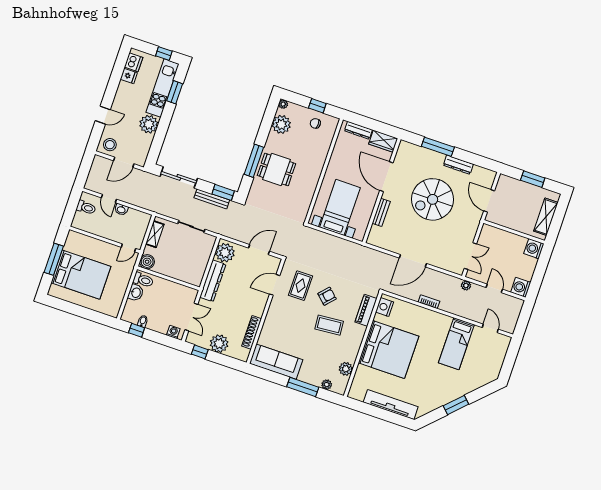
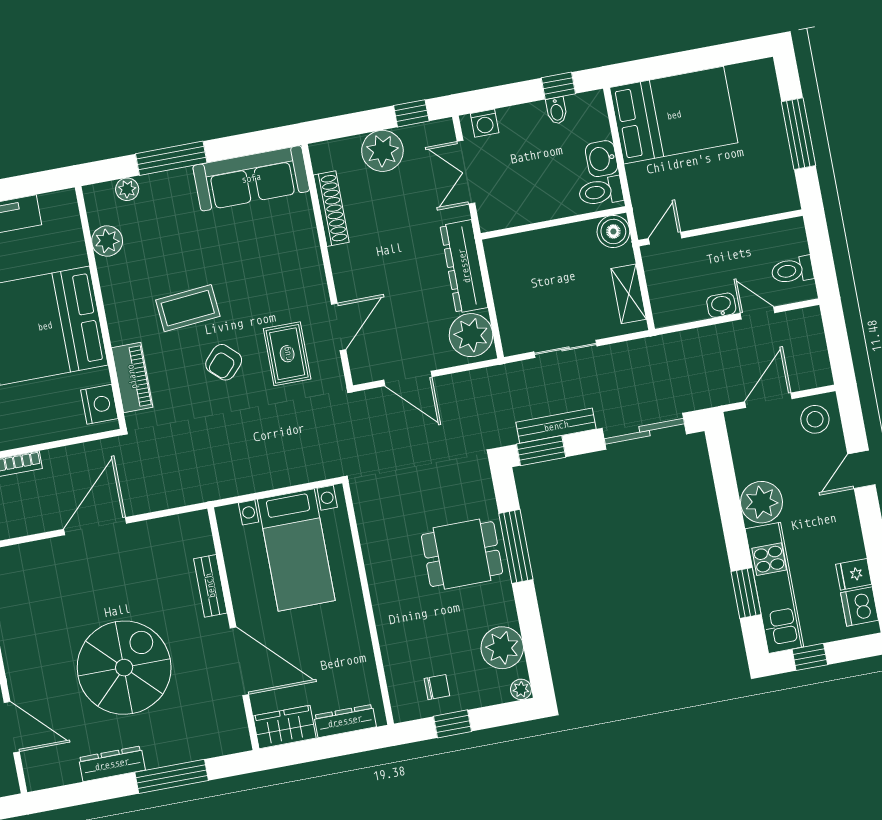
door: (259, 250) -> (408, 378), hinge flipped
bed: (81, 275) -> (674, 115), moved, turned 180

